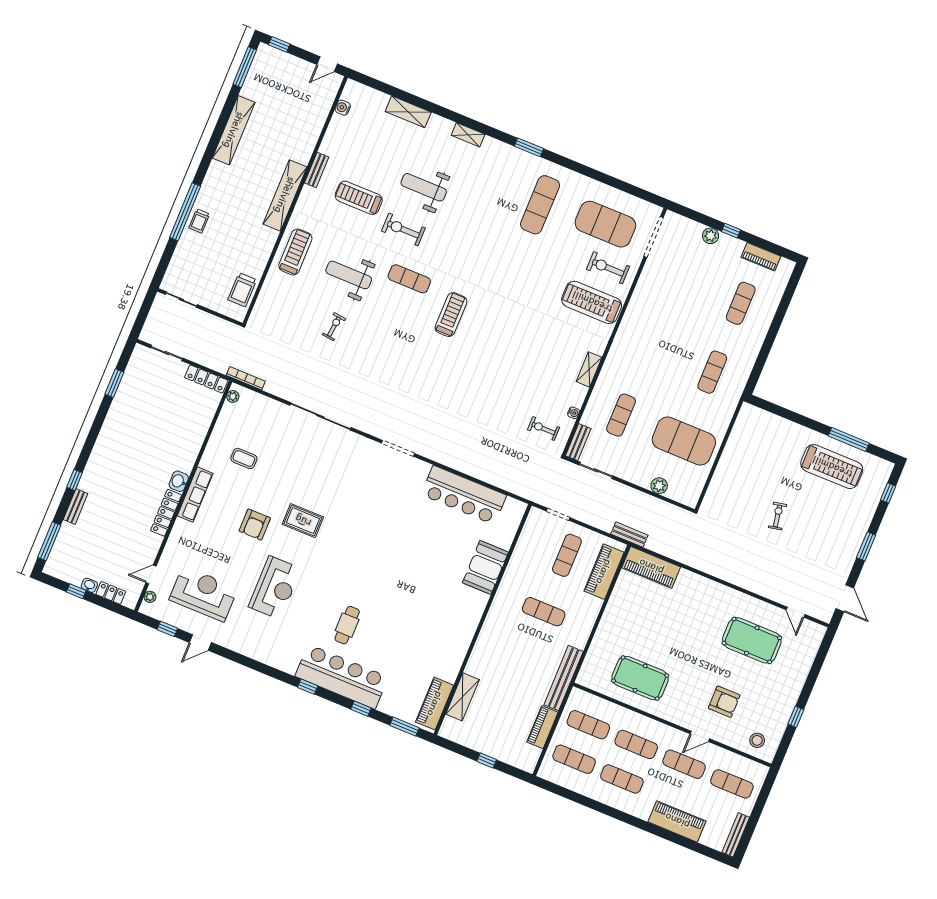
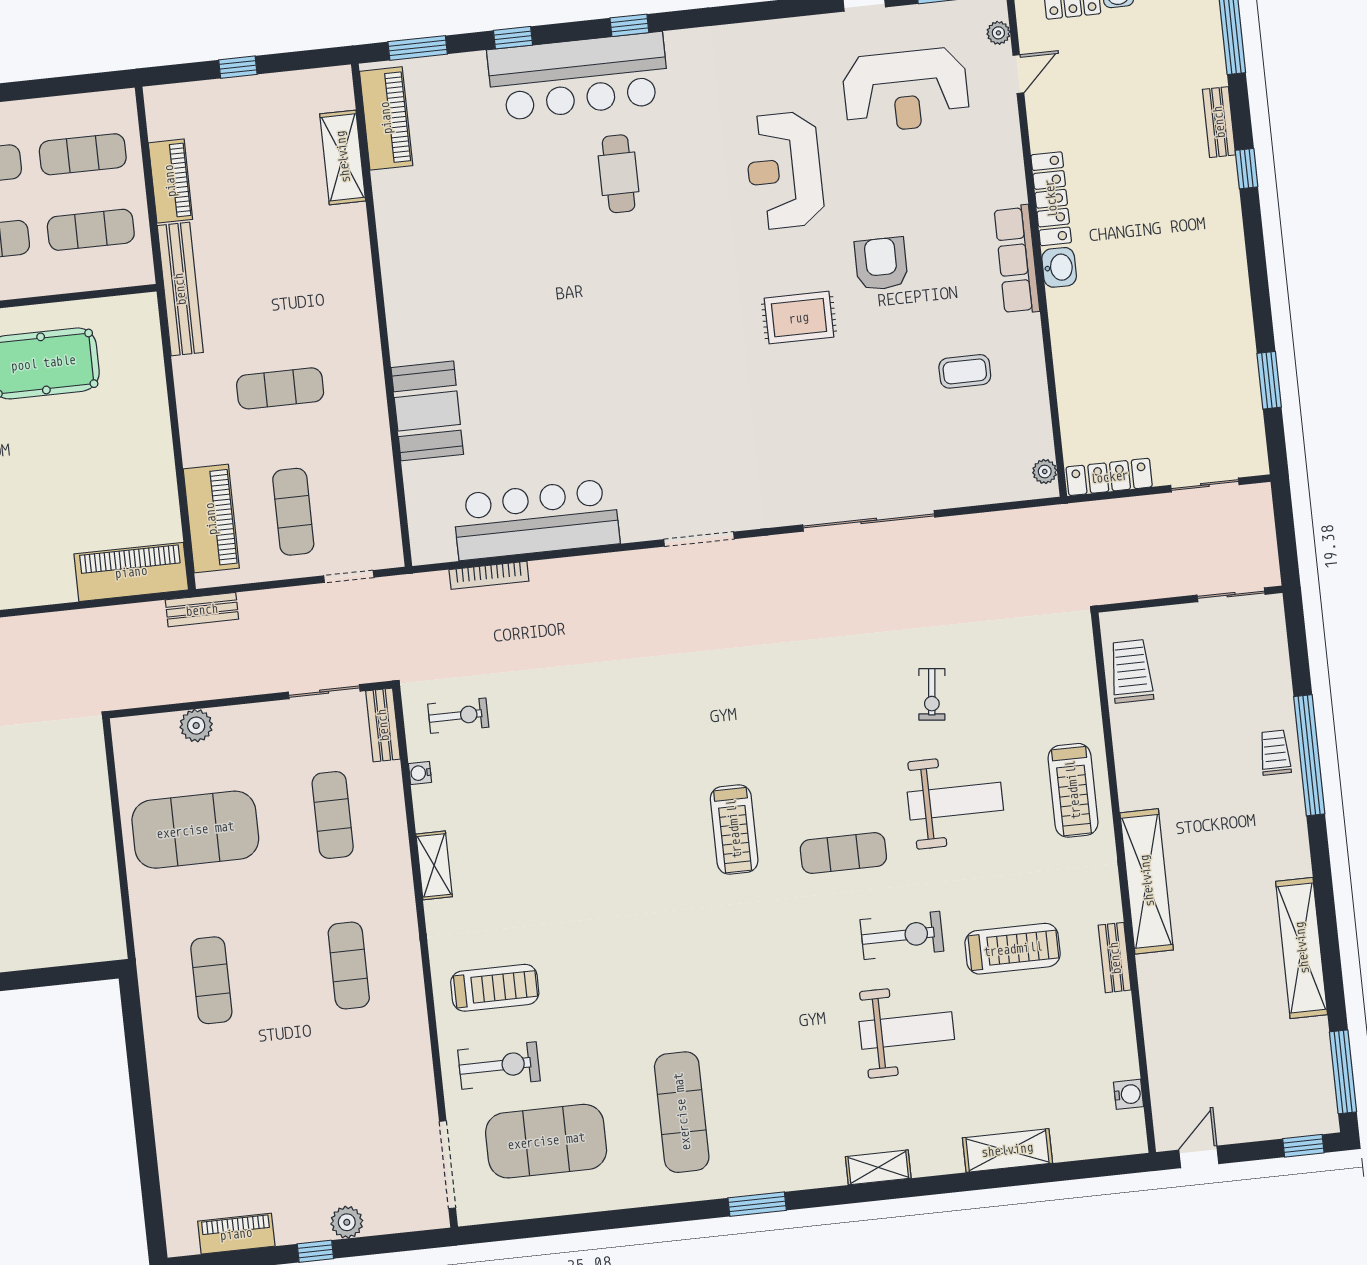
treadmill: (592, 302) -> (495, 988), width x0.73, depth x0.73
exercise mat: (741, 303) -> (349, 966), moved
bookcase: (246, 378) -> (489, 575), moved

